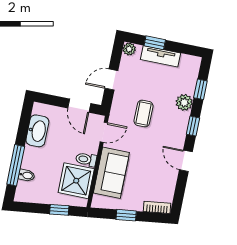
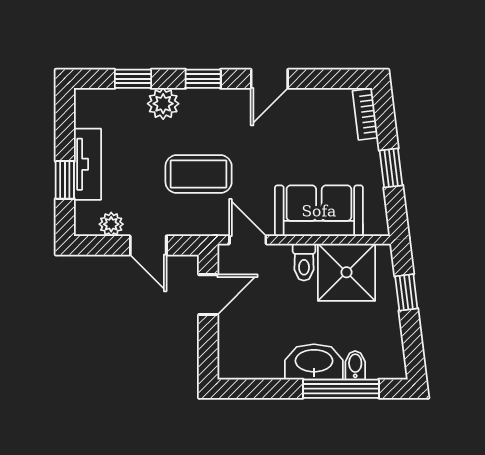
plant: (129, 49) -> (111, 224), moved
coffee table: (144, 114) -> (199, 174), width x1.36, depth x1.30
washbasin: (37, 131) -> (314, 362), moved

